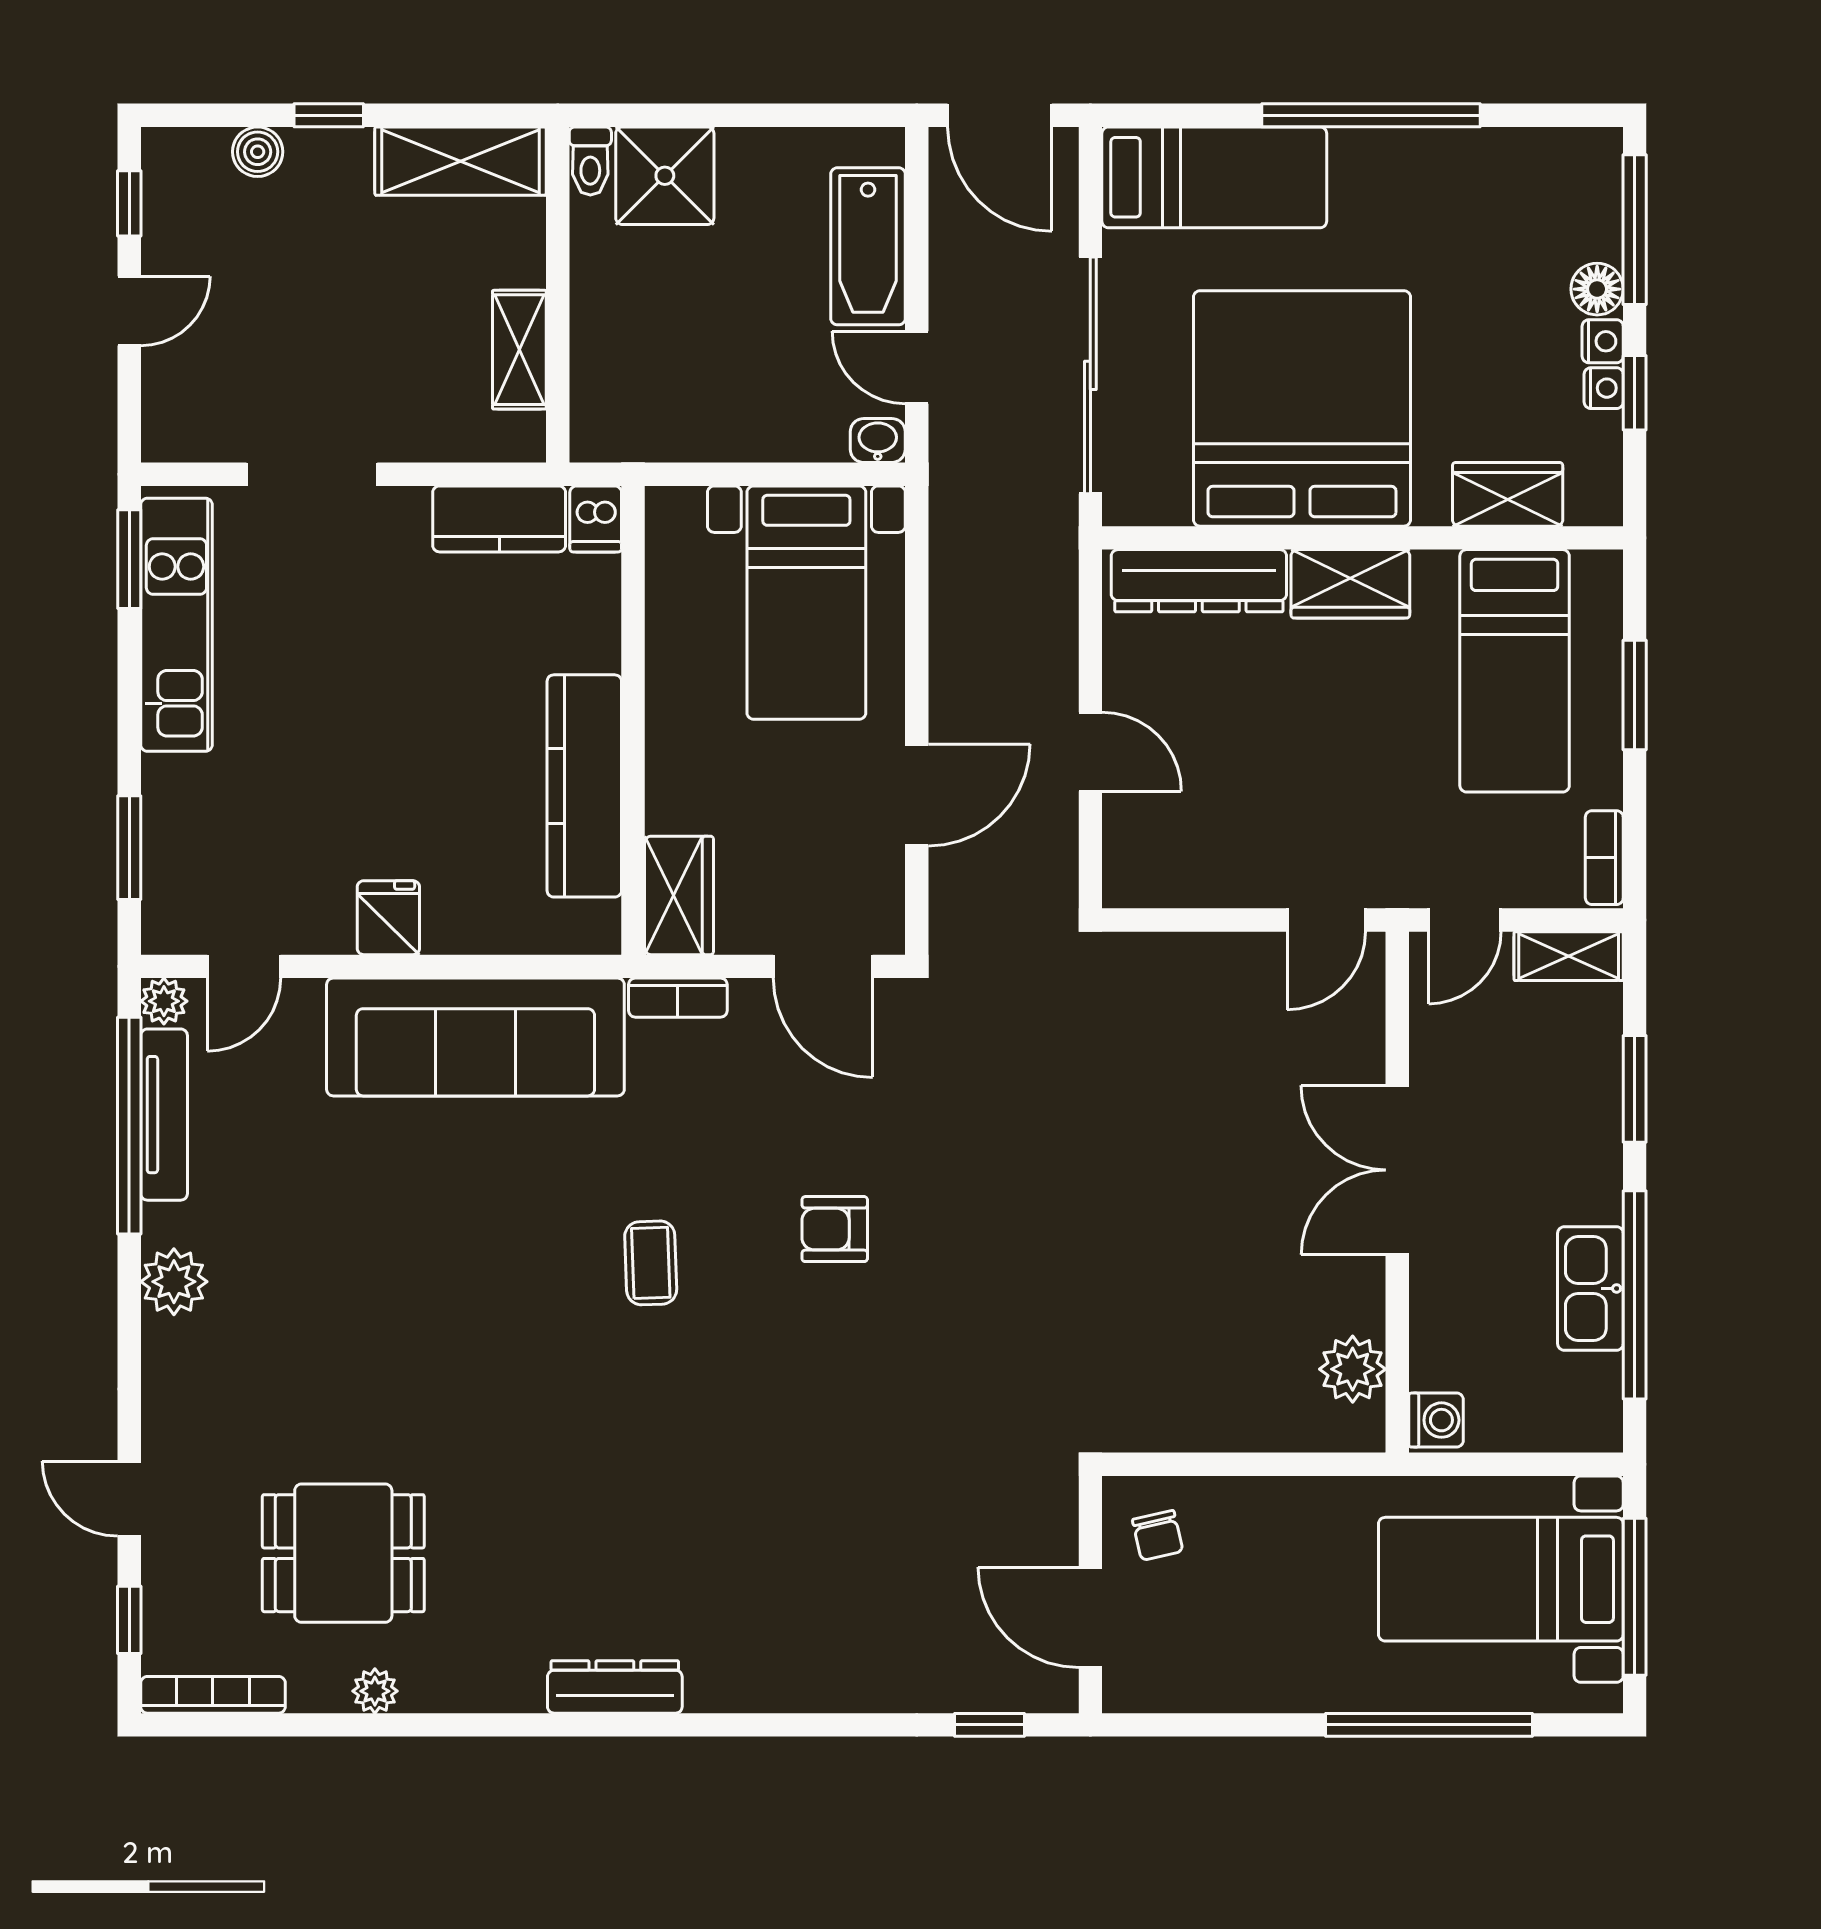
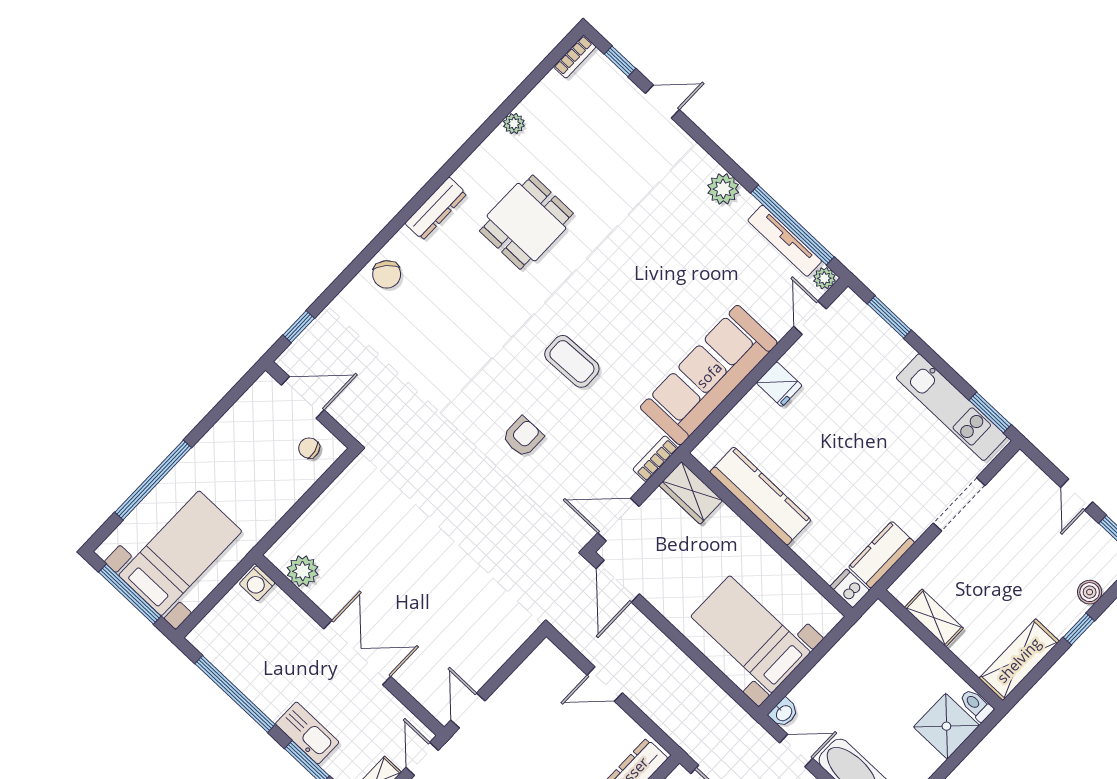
door: (917, 795) -> (618, 581), moved
coffee table: (651, 1263) -> (572, 361), width x1.36, depth x1.30
kitchen sink: (1590, 1288) -> (307, 733), moved
dining table: (343, 1553) -> (526, 222), moved
chair: (785, 1667) -> (387, 274), added
bookcase: (213, 1695) -> (575, 57), width x0.64

